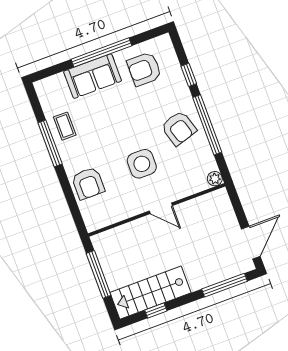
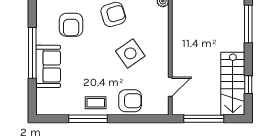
armchair: (144, 69) -> (71, 25), moved
coffee table: (65, 126) -> (96, 103), moved
side table: (142, 164) -> (130, 53), turned -35
door: (161, 208) -> (170, 87), moved

